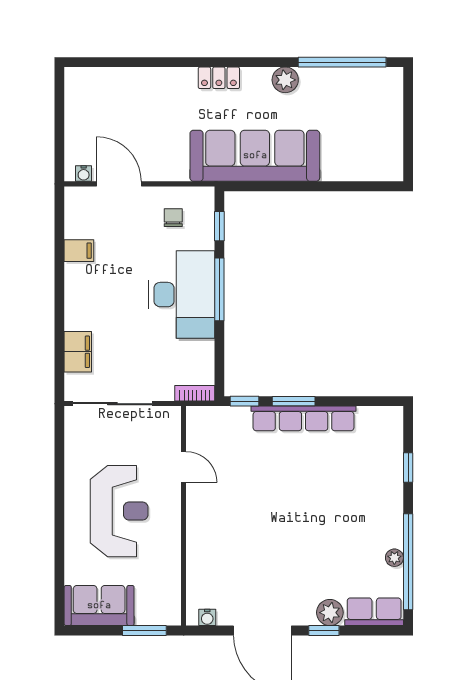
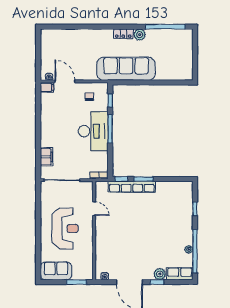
locker: (219, 78) -> (123, 34), moved
filing cabinet: (79, 251) -> (47, 87), moved
row of seats: (303, 418) -> (132, 187), moved

